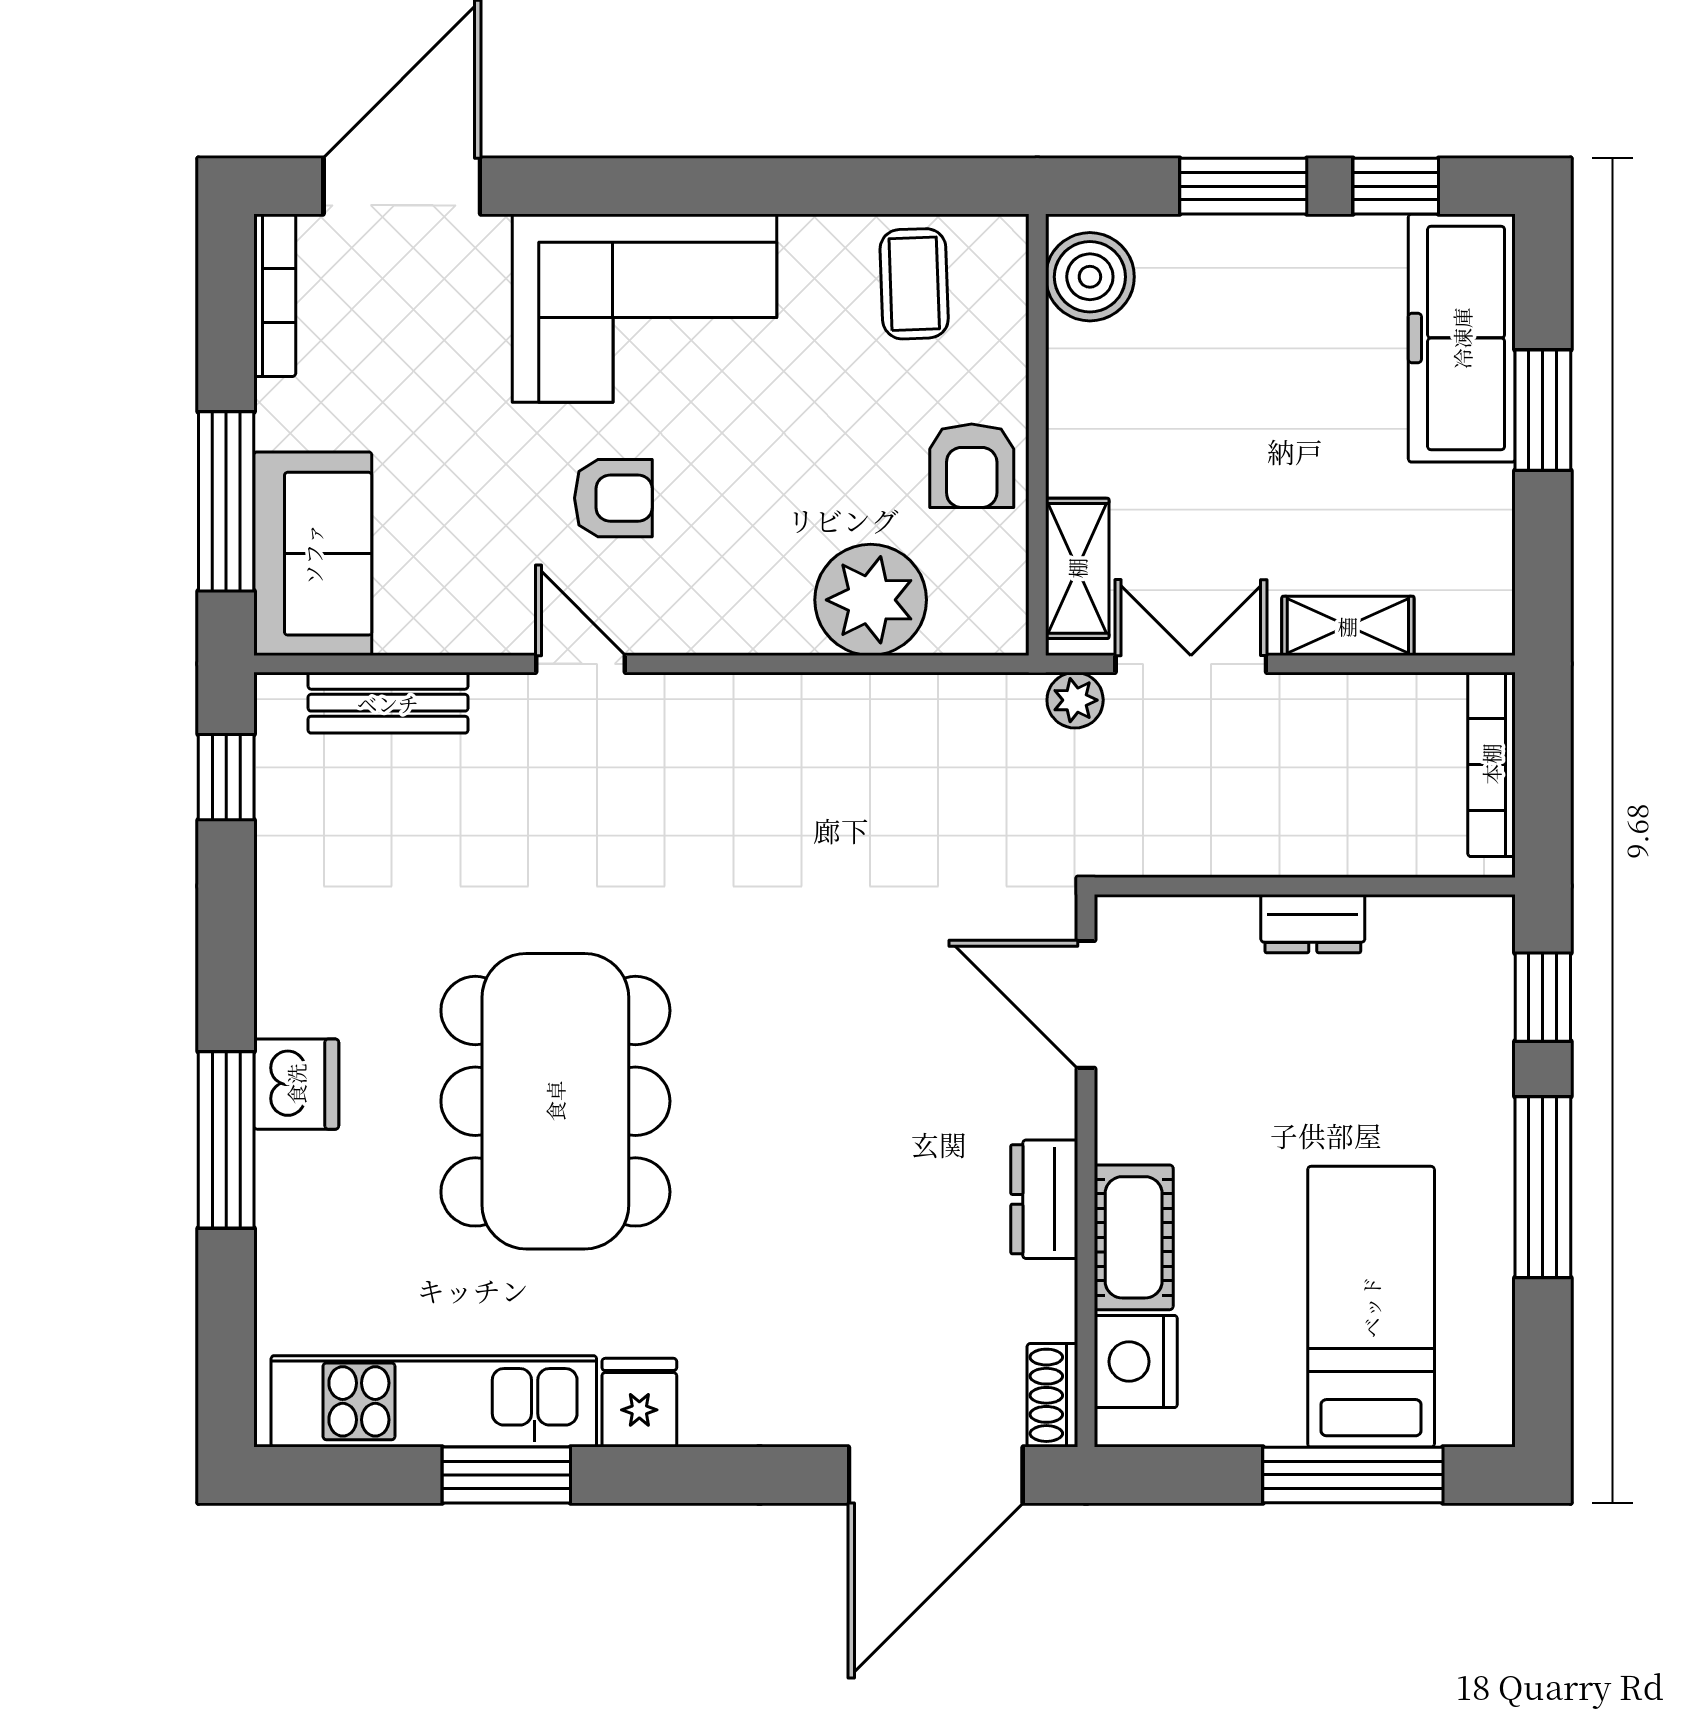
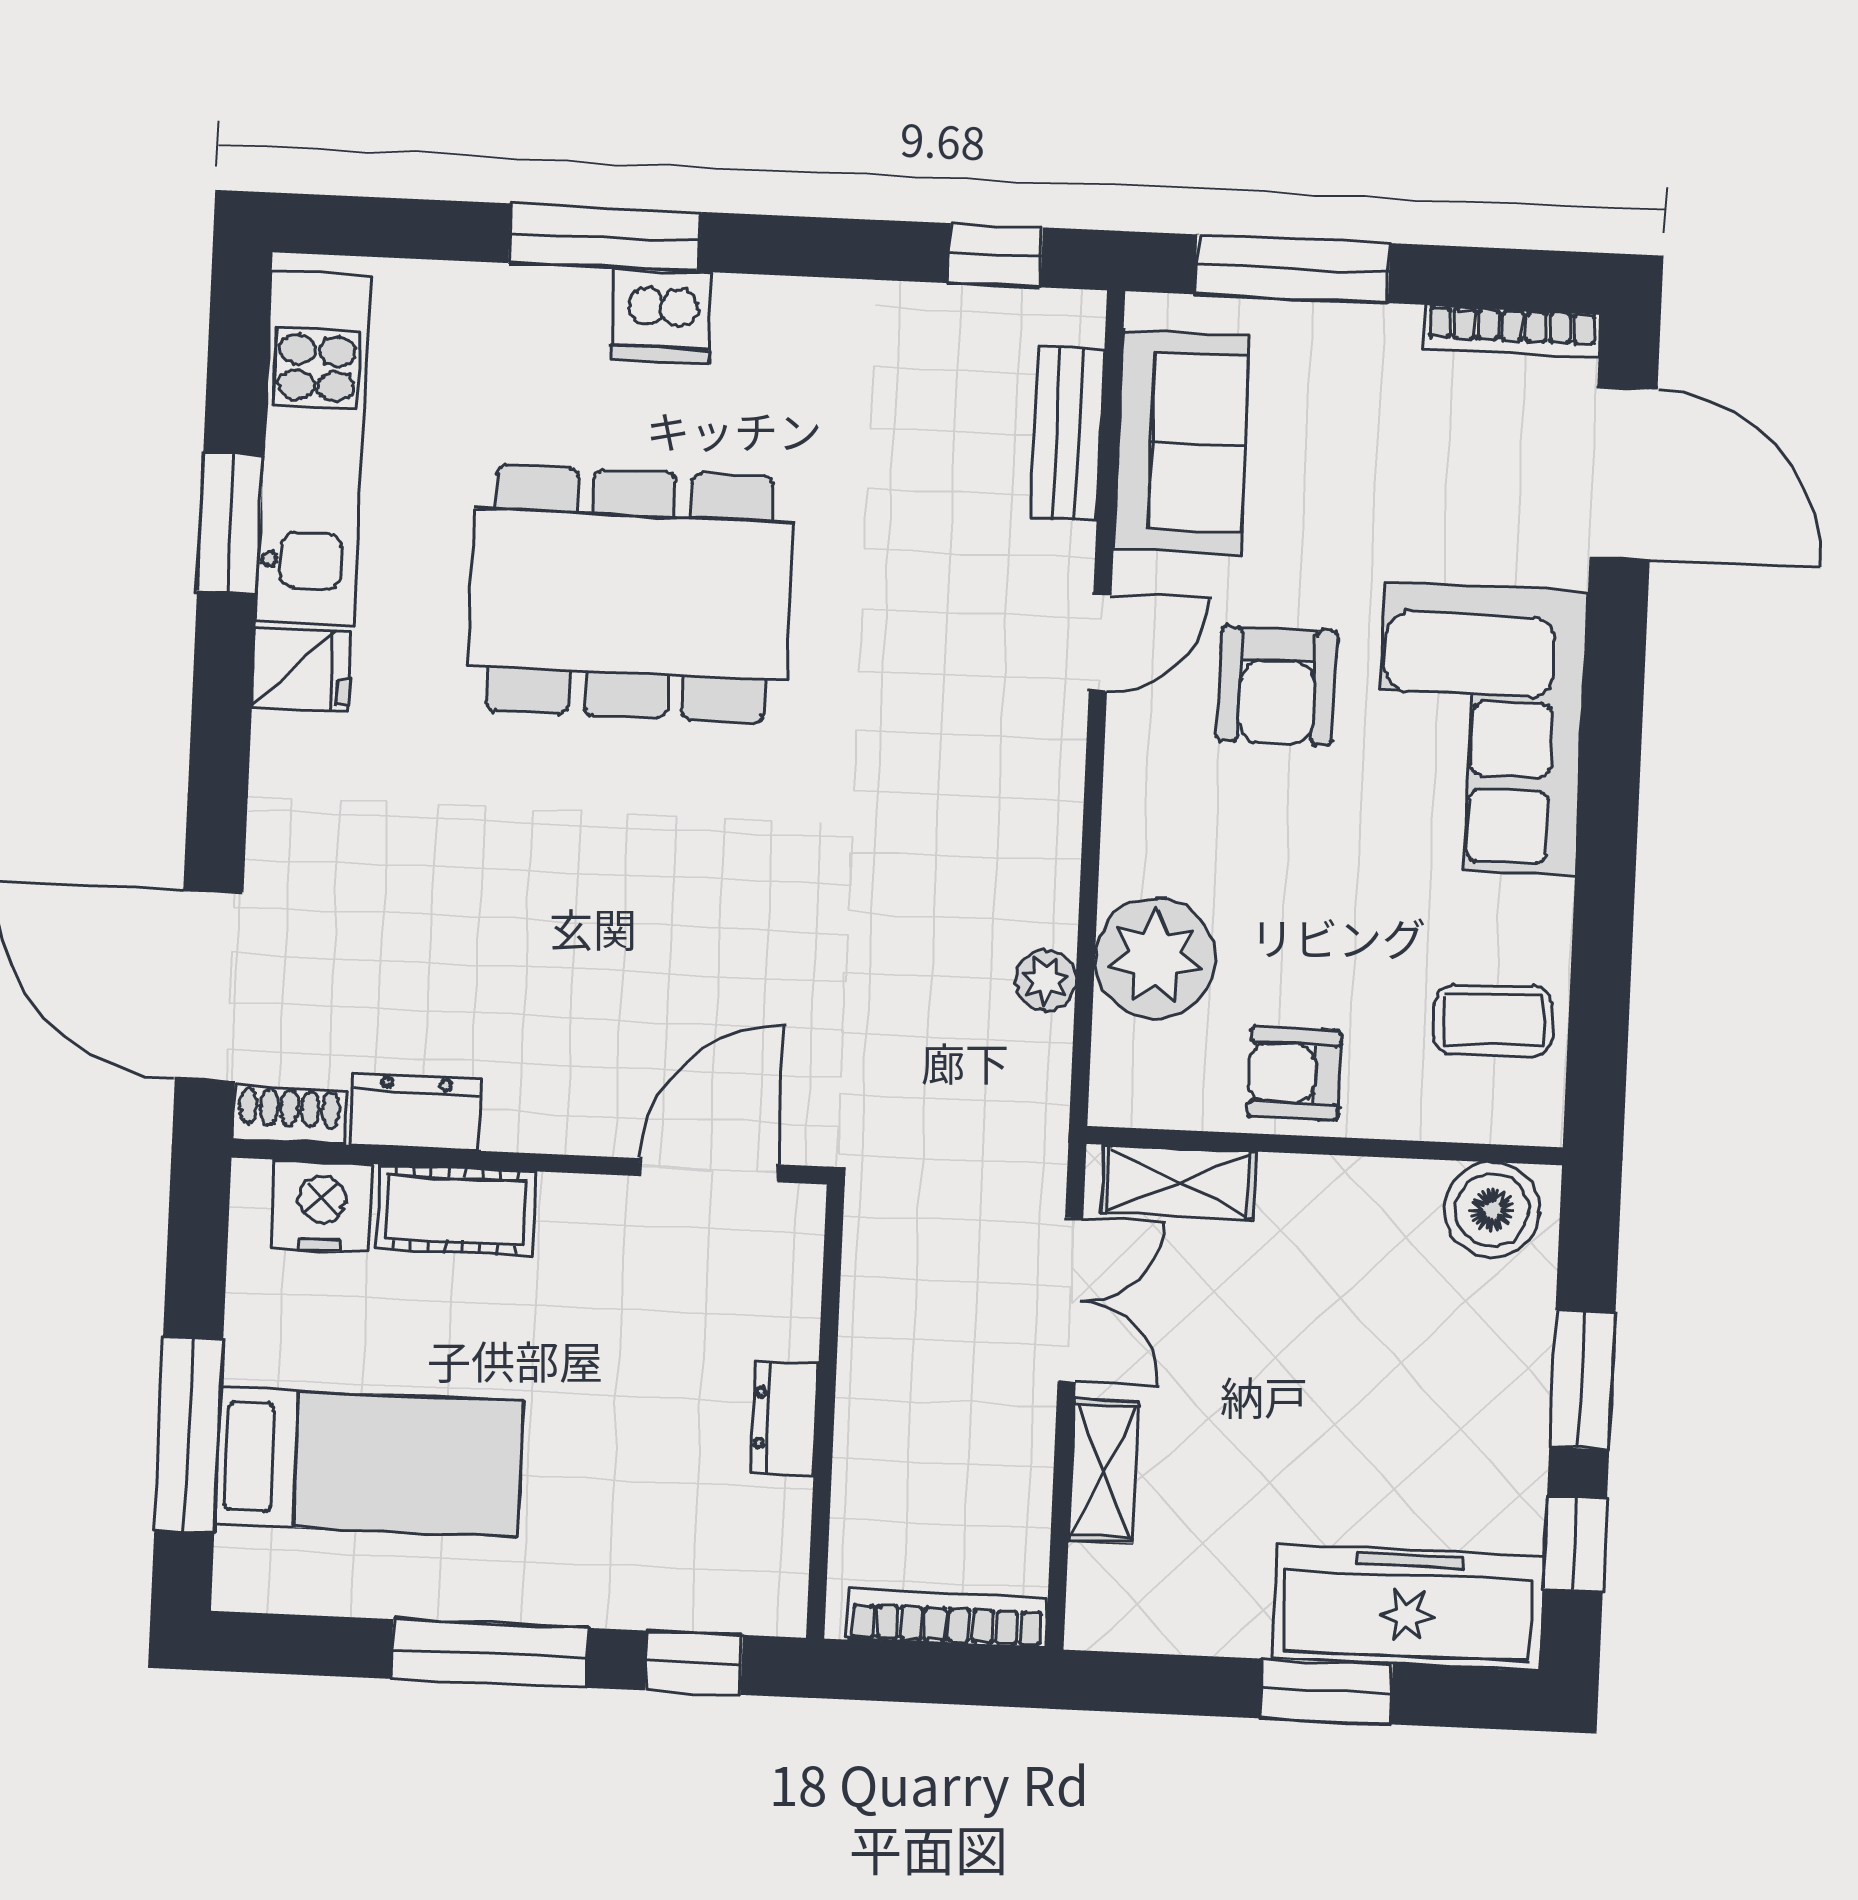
armchair: (613, 498) -> (1277, 686), width x1.38, depth x1.38
sofa: (313, 554) -> (1182, 443), moved, turned -90
plant: (1075, 700) -> (1046, 980), moved
dresser: (1044, 1199) -> (415, 1112), moved

